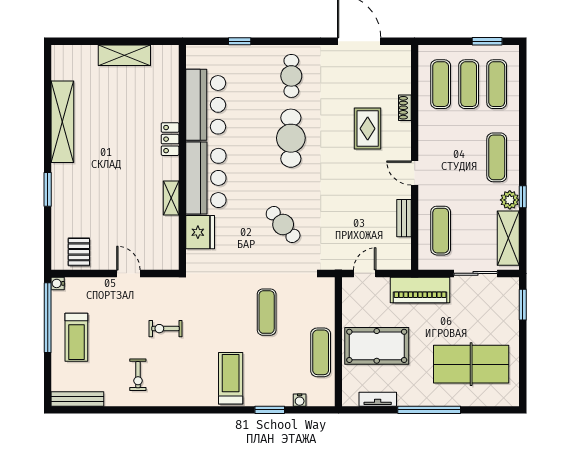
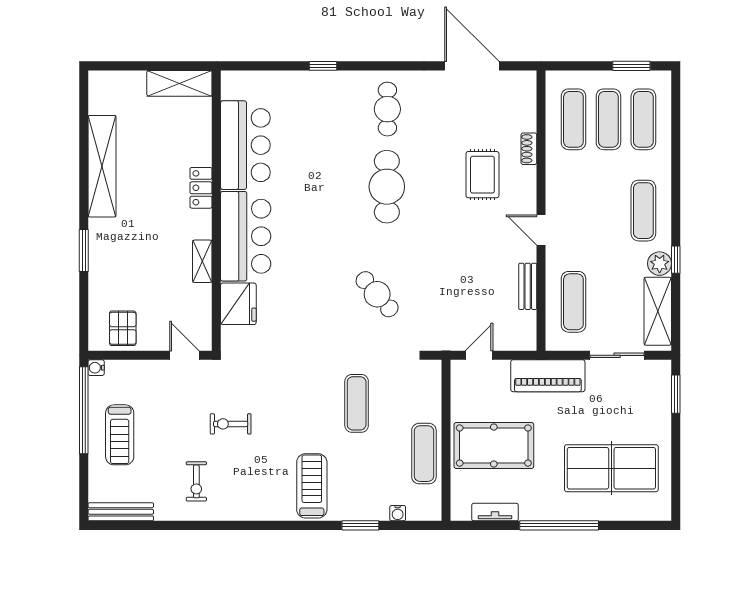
bar counter: (206, 105) -> (245, 145), moved
locker: (170, 139) -> (201, 188), moved
wall: (182, 157) -> (216, 211), moved
bar counter: (206, 178) -> (246, 236), moved
shelving: (171, 198) -> (202, 261), moved
fridge: (200, 232) -> (238, 304), moved

